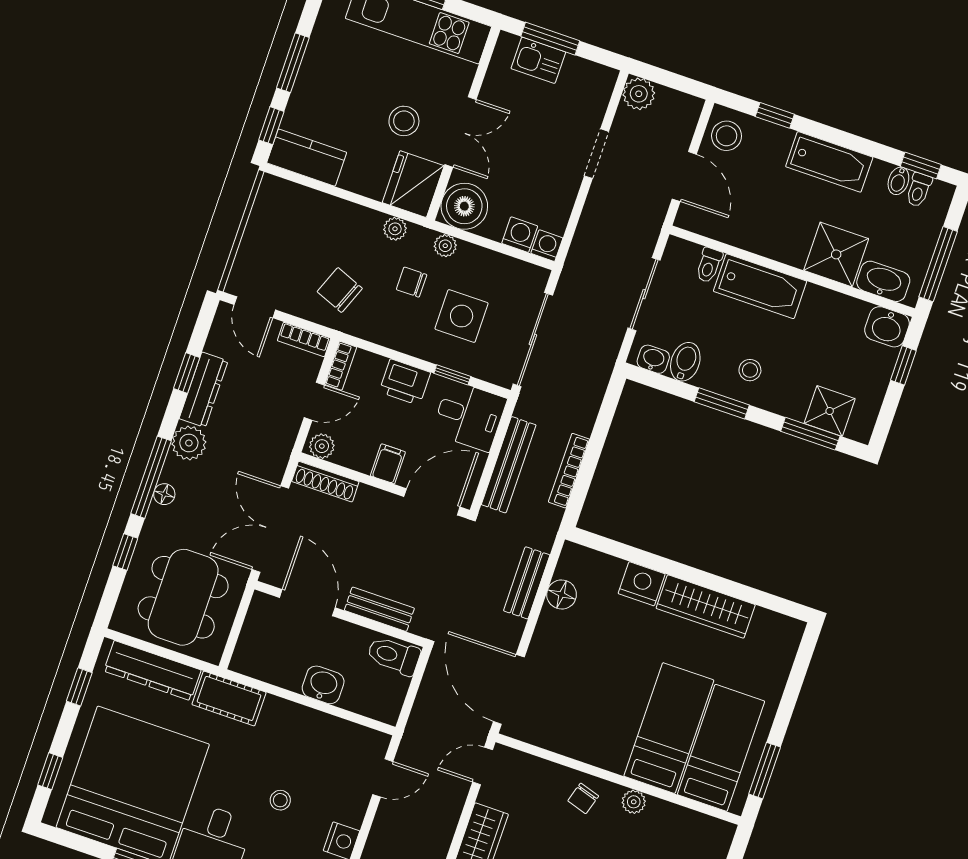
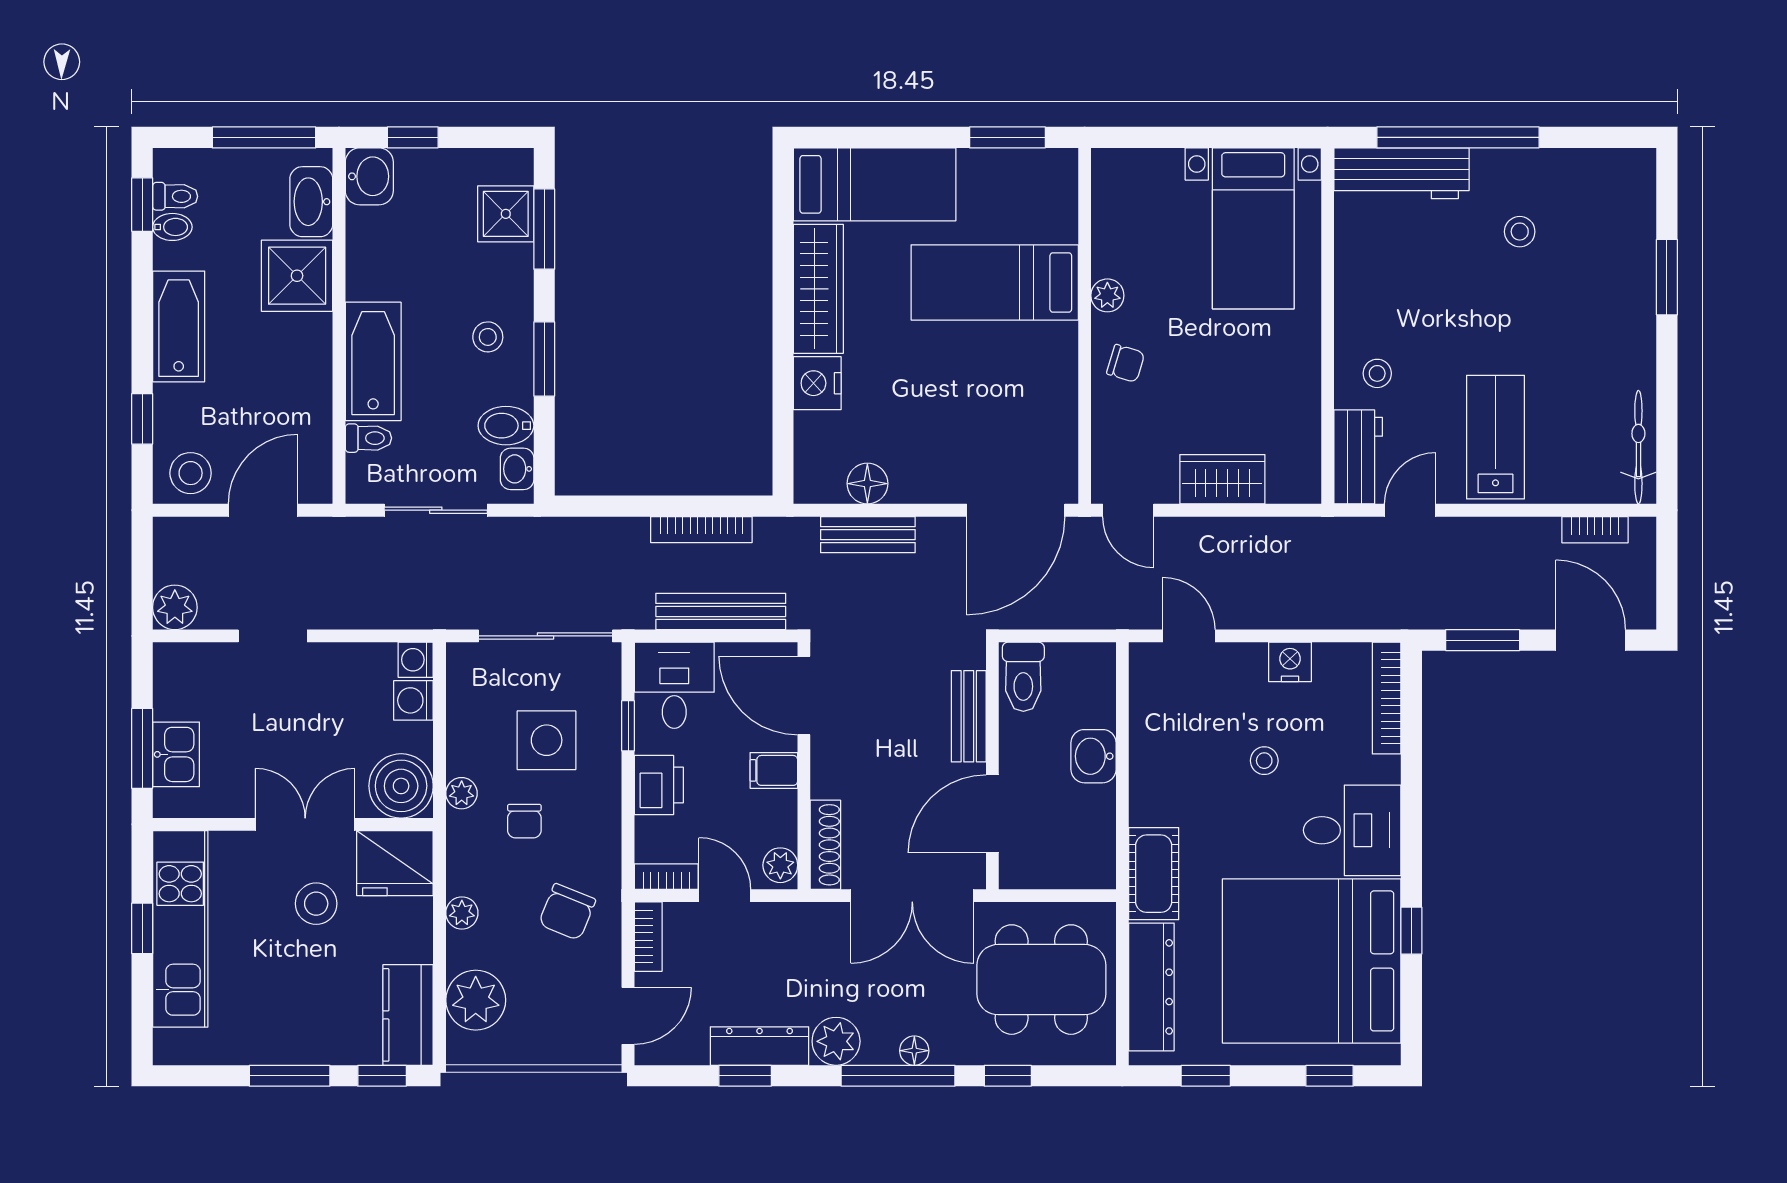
plant: (301, 207) -> (476, 1000), added
plant: (395, 229) -> (462, 913), moved
bed: (721, 748) -> (875, 184), moved, turned 180

